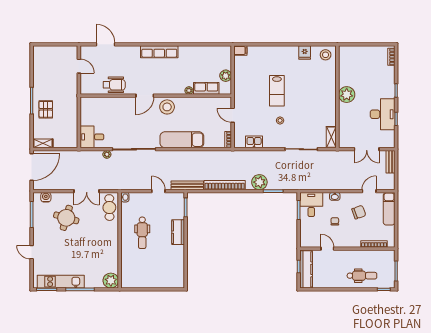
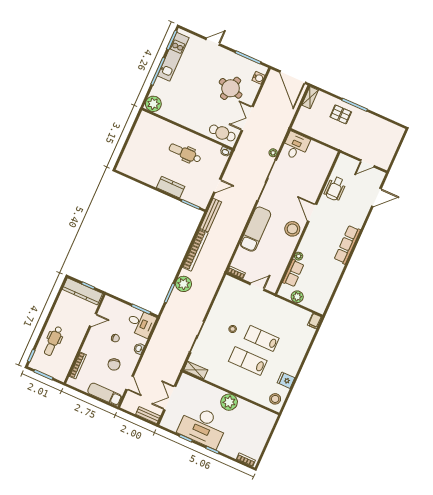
lab bench: (303, 94) -> (248, 361), added
desk: (383, 114) -> (203, 426), width x1.36, depth x1.30
kitchen sink: (254, 142) -> (223, 296), removed

